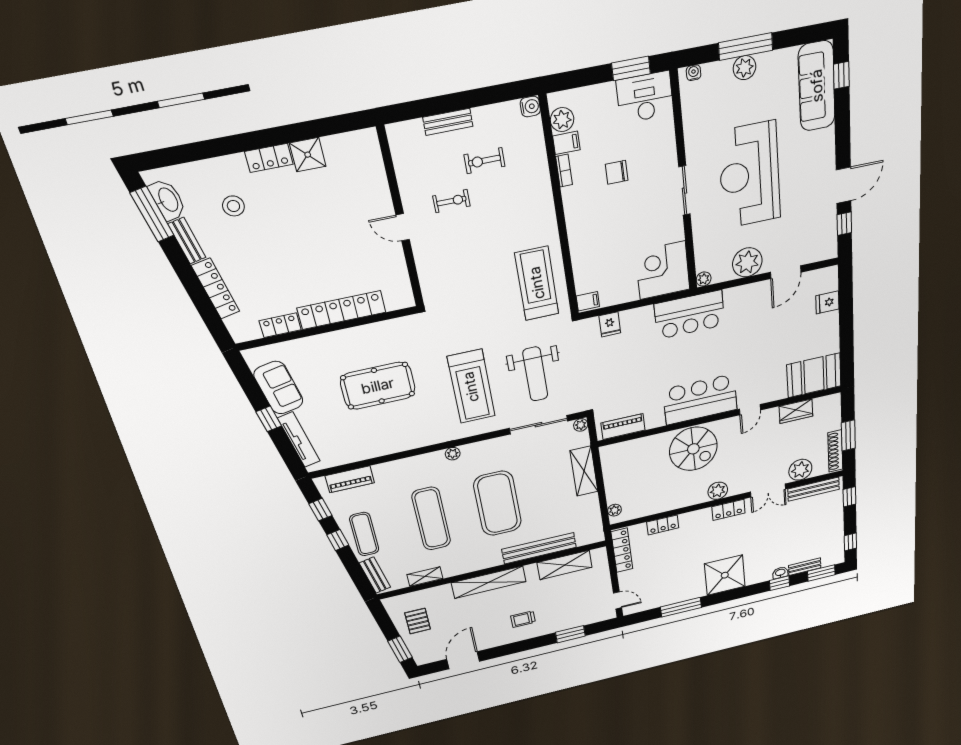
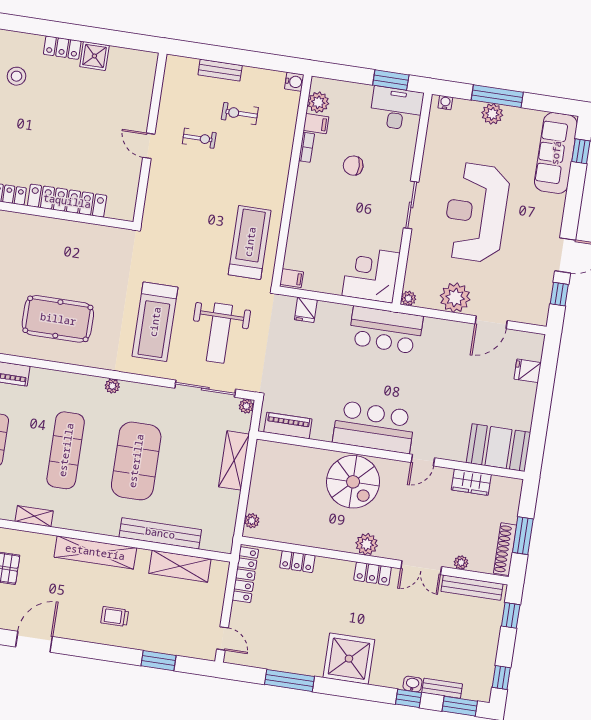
pool table: (378, 386) -> (58, 319), moved
plant: (800, 470) -> (461, 563), width x0.53, depth x0.53

